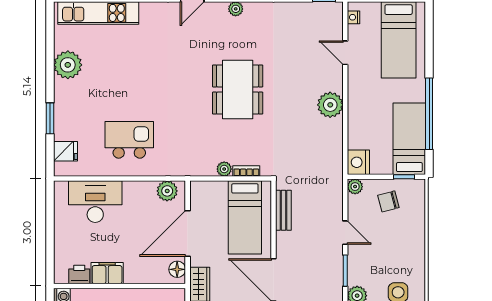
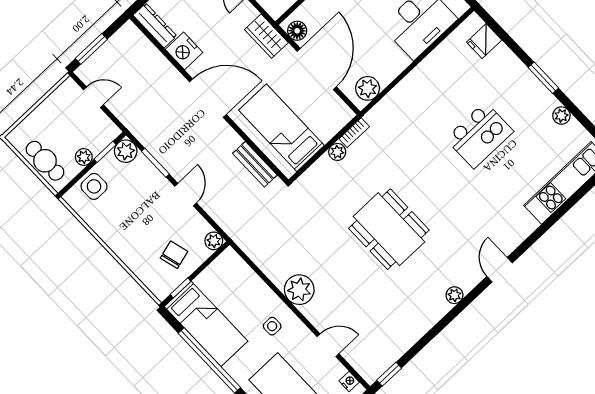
plant: (68, 65) -> (561, 116), width x0.53, depth x0.53
side table: (369, 98) -> (272, 326), added
window: (50, 118) -> (543, 78), moved
kitchen island: (129, 140) -> (480, 135), moved
nightstand: (358, 162) -> (230, 264), removed
bookcase: (246, 171) -> (354, 133), moved
door: (345, 233) -> (186, 195), swing flipped

